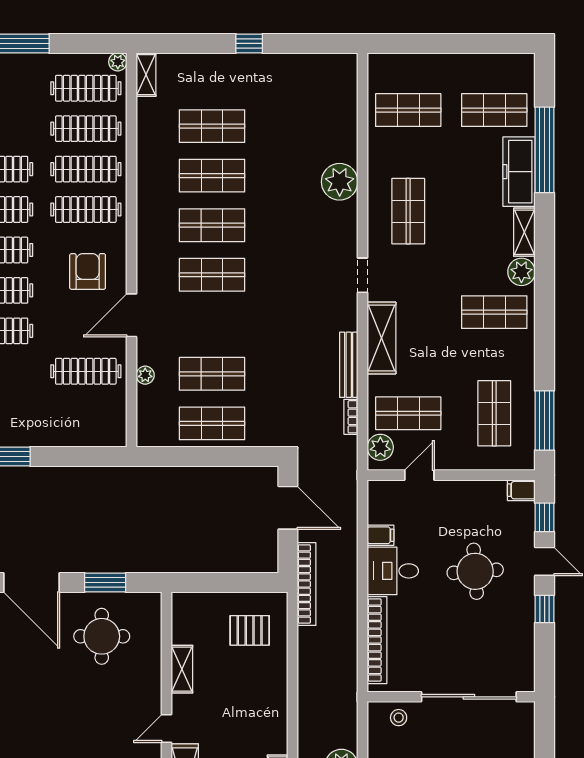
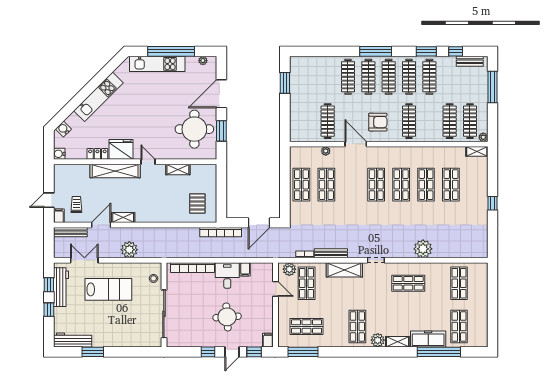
clothes rail: (86, 169) -> (429, 121), removed
round table: (102, 636) -> (194, 129), width x1.36, depth x1.36

